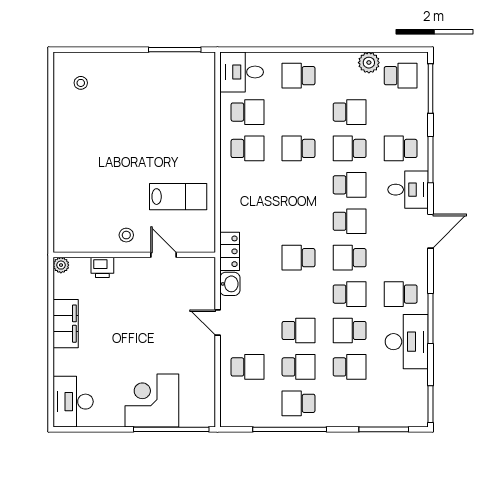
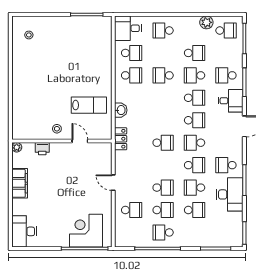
school desk: (299, 258) -> (163, 143), turned 180
washbasin: (230, 284) -> (121, 110), moved
corner desk: (152, 400) -> (86, 231), moved

